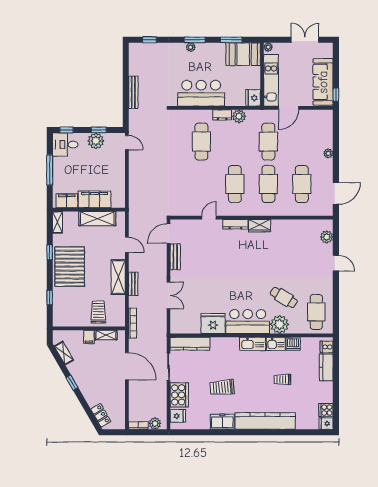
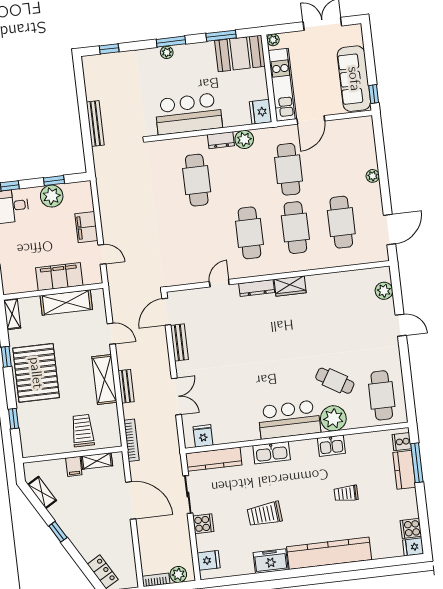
door: (127, 143) -> (102, 254), moved
filing cabinet: (67, 201) -> (86, 227), moved, turned -90
fridge: (213, 323) -> (203, 436), moved, width x0.53, depth x0.75
kitchen sink: (253, 344) -> (272, 453), moved
dishwasher: (293, 344) -> (355, 443), removed
window: (336, 363) -> (417, 463), added
cooker: (179, 395) -> (203, 524), width x0.53, depth x0.76

